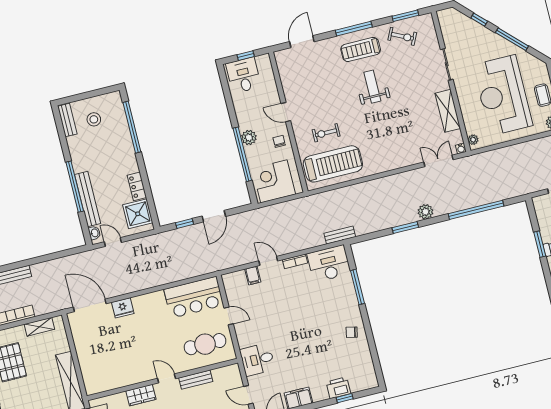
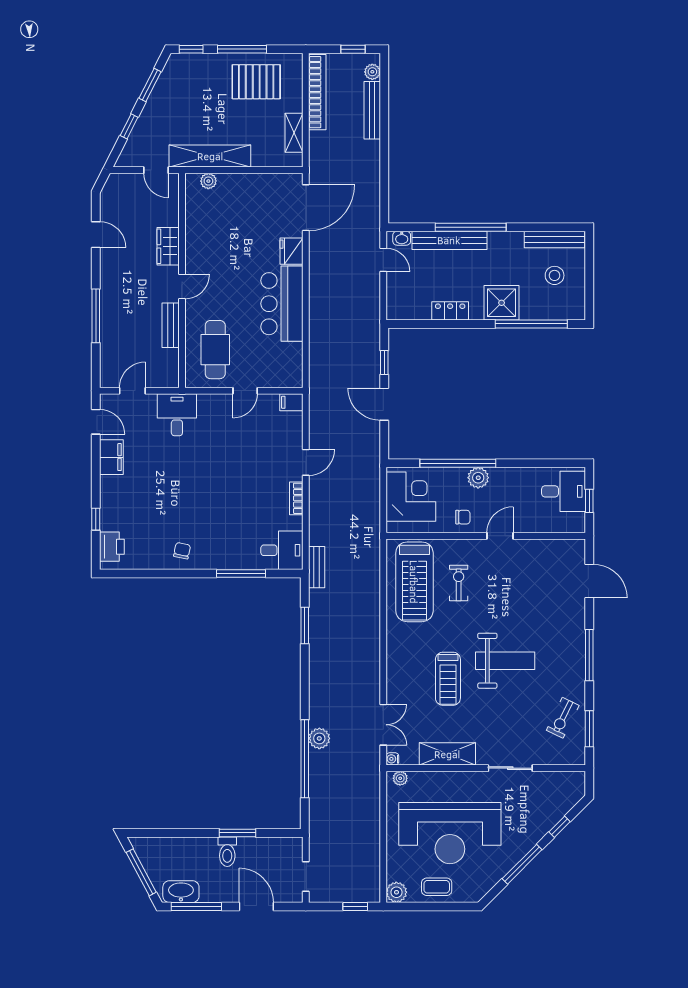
treadmill: (361, 49) -> (448, 679), moved, turned 180
weight bench: (372, 87) -> (505, 661), width x1.36, depth x1.33
reception desk: (503, 95) -> (450, 833), turned 180
bench: (67, 120) -> (554, 240), width x1.36
plant: (425, 212) -> (319, 738), moved
shower: (138, 214) -> (502, 303), moved
window: (405, 227) -> (305, 625), moved
door: (113, 242) -> (383, 260), hinge flipped
desk: (329, 264) -> (282, 550), width x0.73
filing cabinet: (253, 276) -> (291, 402), moved
bar counter: (194, 297) -> (282, 304), moved
plant: (88, 378) -> (208, 181), added
printer: (338, 388) -> (112, 547), moved

